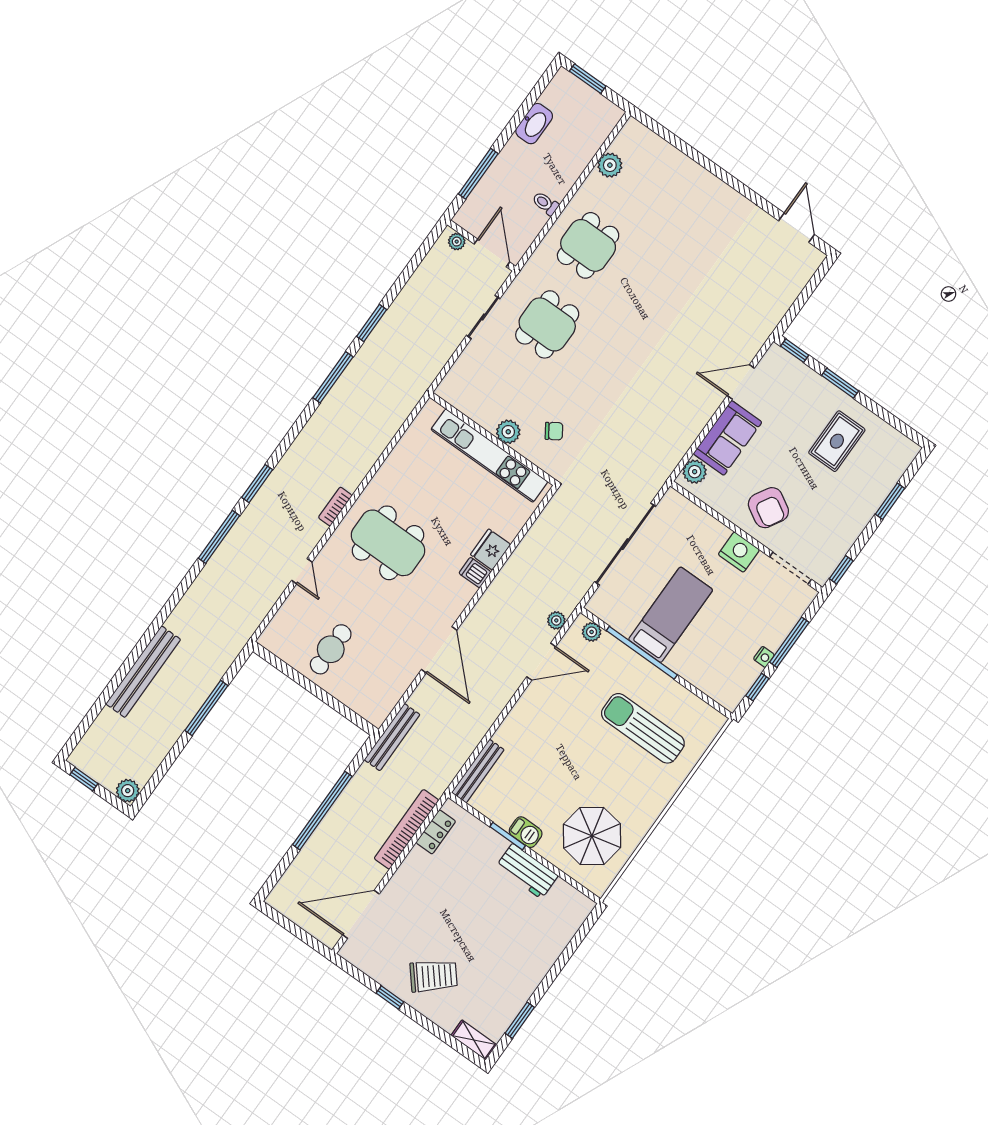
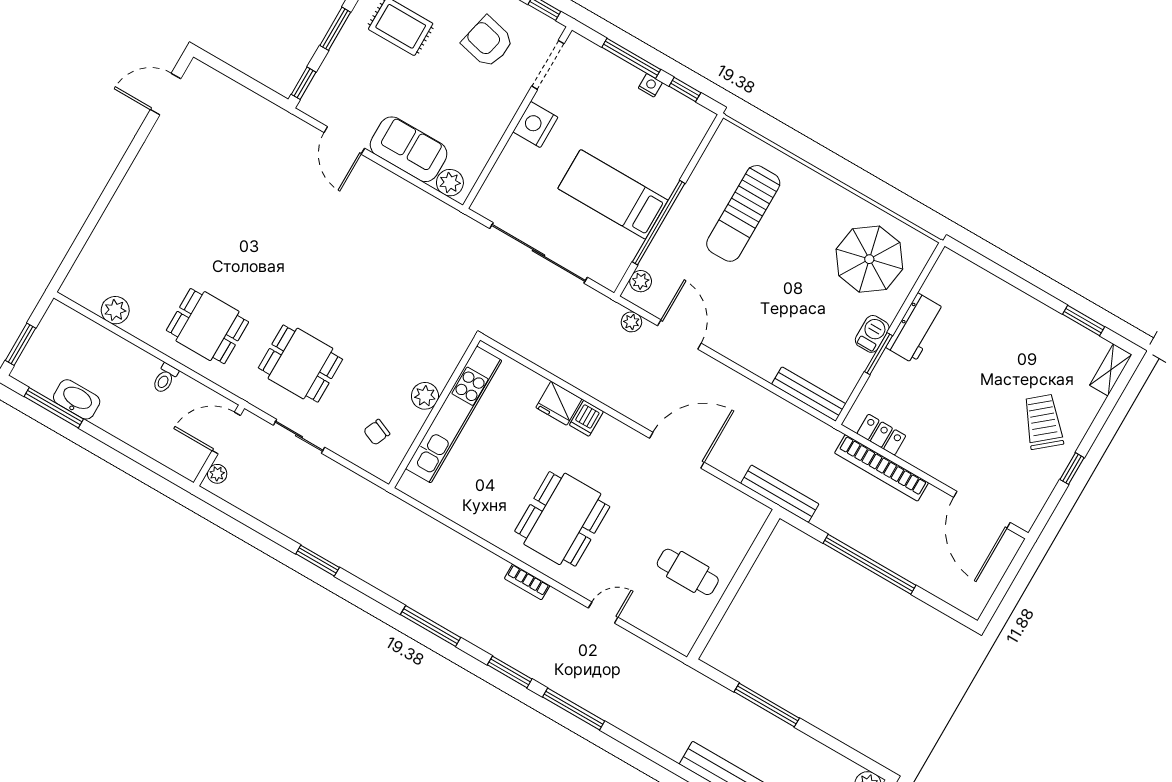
window: (478, 174) -> (54, 408), moved
window: (333, 377) -> (431, 626), moved
chair: (554, 431) -> (377, 432), moved, turned -123
armchair: (768, 508) -> (488, 42), moved, turned -107

